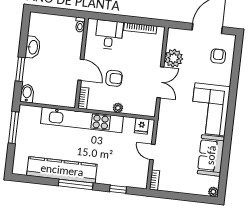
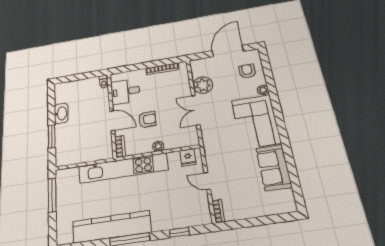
desk: (109, 35) -> (125, 92), moved, turned -90
double door: (160, 82) -> (196, 110), swing flipped
bidet: (27, 93) -> (62, 157), removed
plant: (213, 192) -> (263, 90), moved

